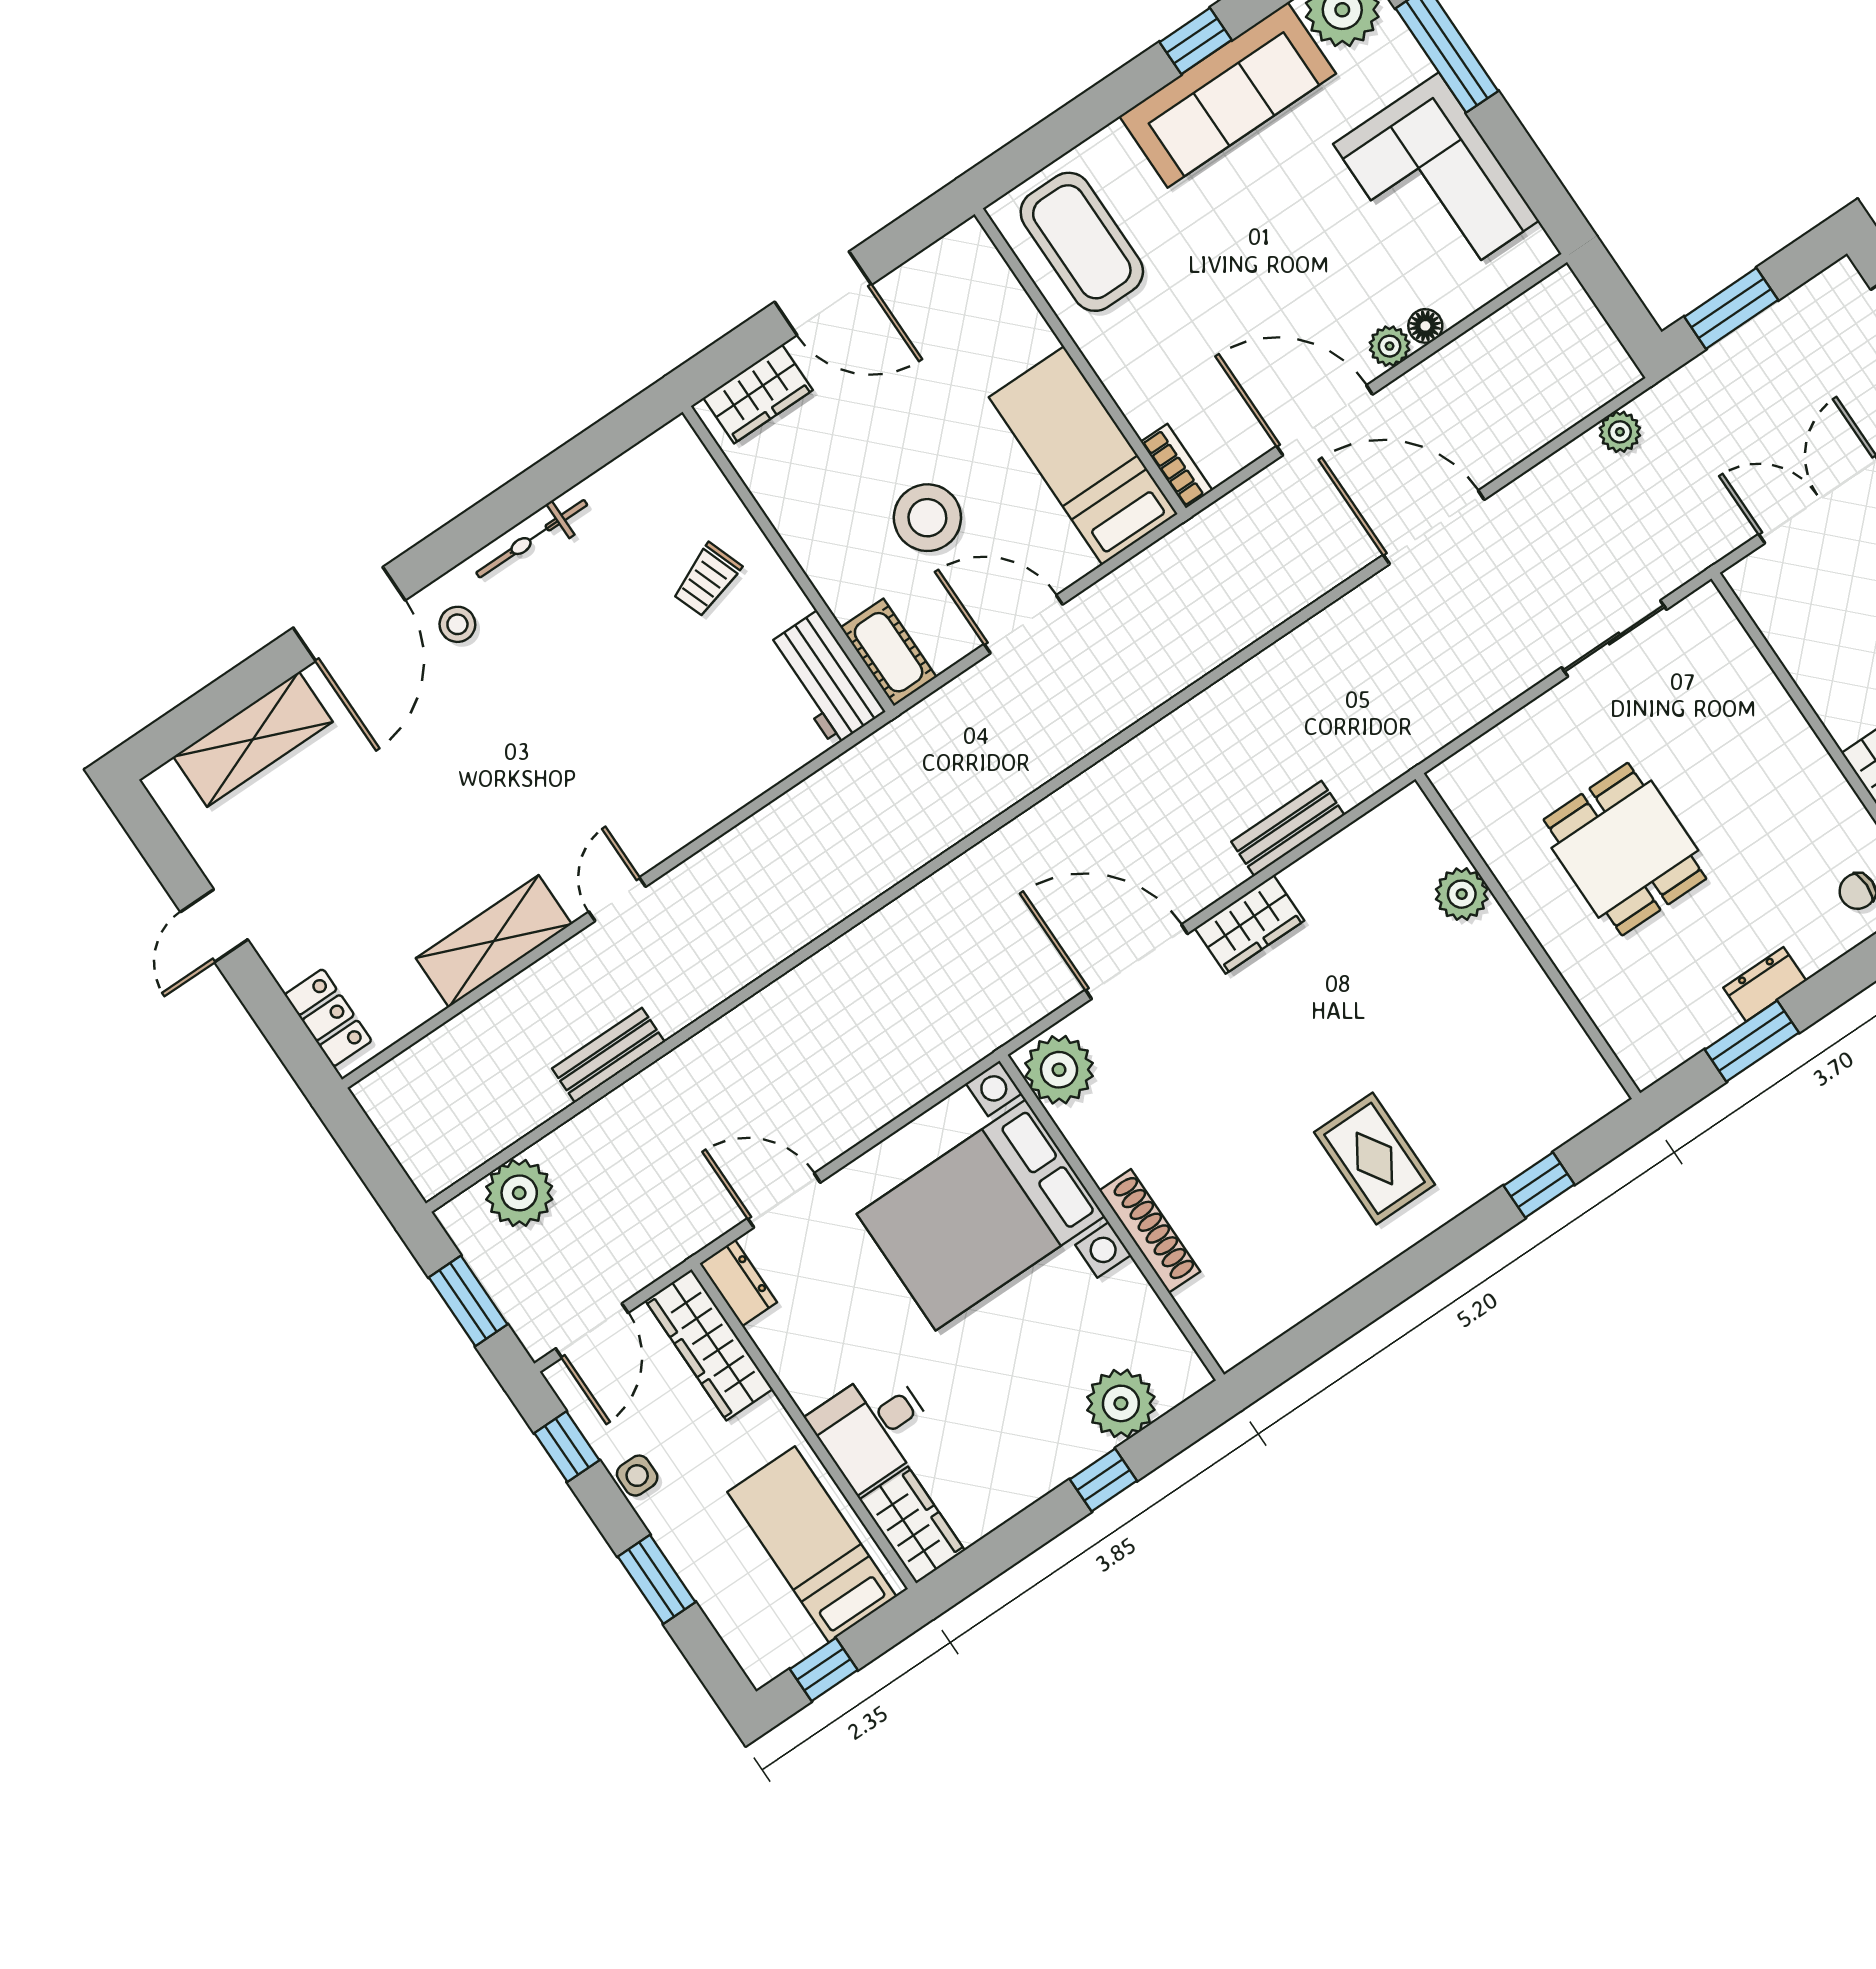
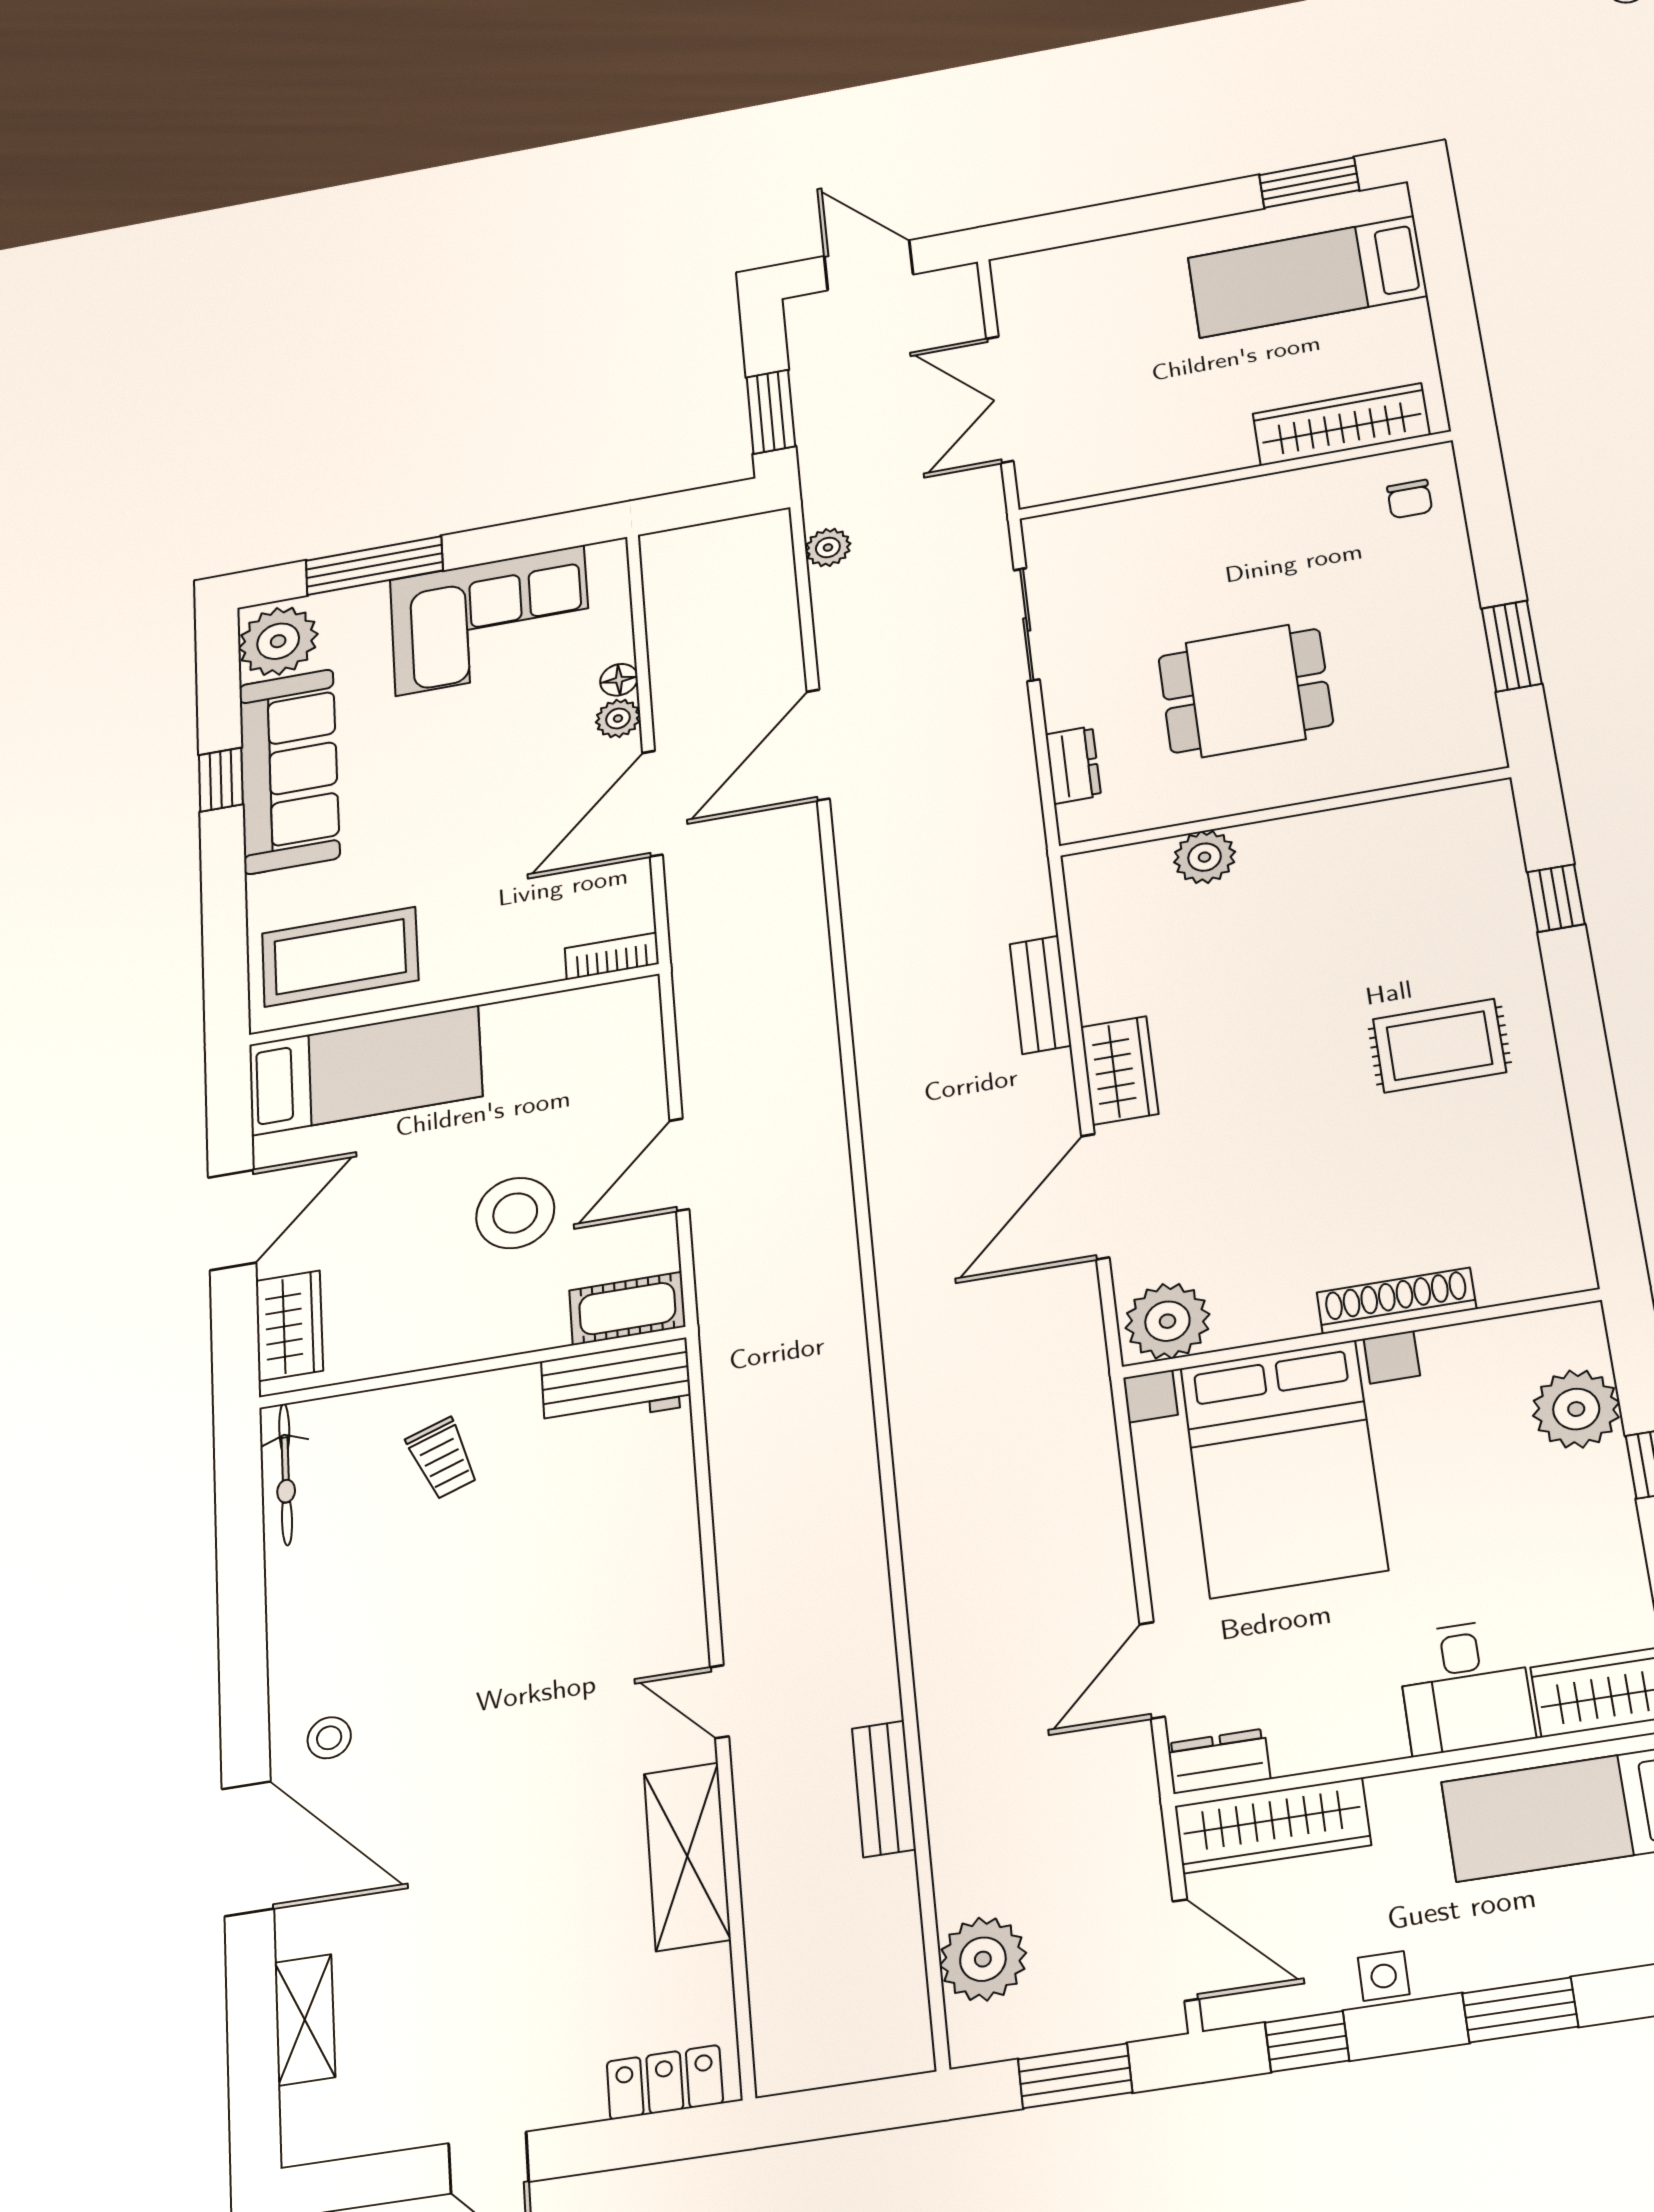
bed: (1083, 456) -> (365, 1070), moved, turned 180
bicycle: (532, 539) -> (286, 1474), moved
shelving: (253, 739) -> (305, 2020), width x0.67, depth x0.75
dresser: (1765, 984) -> (1073, 765), moved, turned 180

